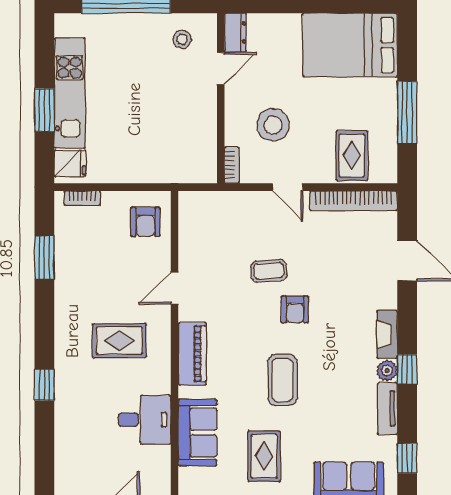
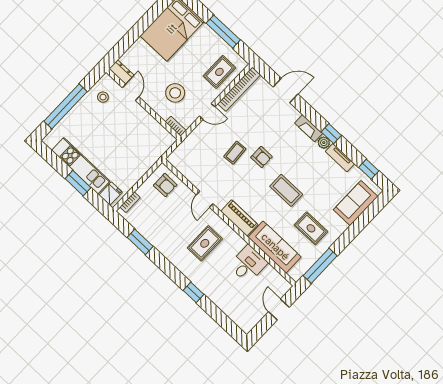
rug: (352, 156) -> (219, 72), turned 90
sofa: (198, 432) -> (275, 247), width x1.36

